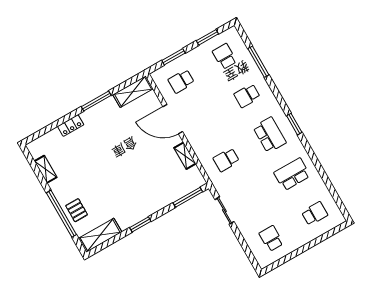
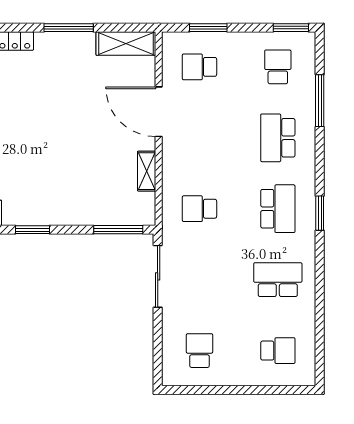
window: (207, 37) -> (291, 28), moved
school desk: (247, 96) -> (278, 138), width x1.85
sliding door: (224, 211) -> (158, 276), width x1.37

